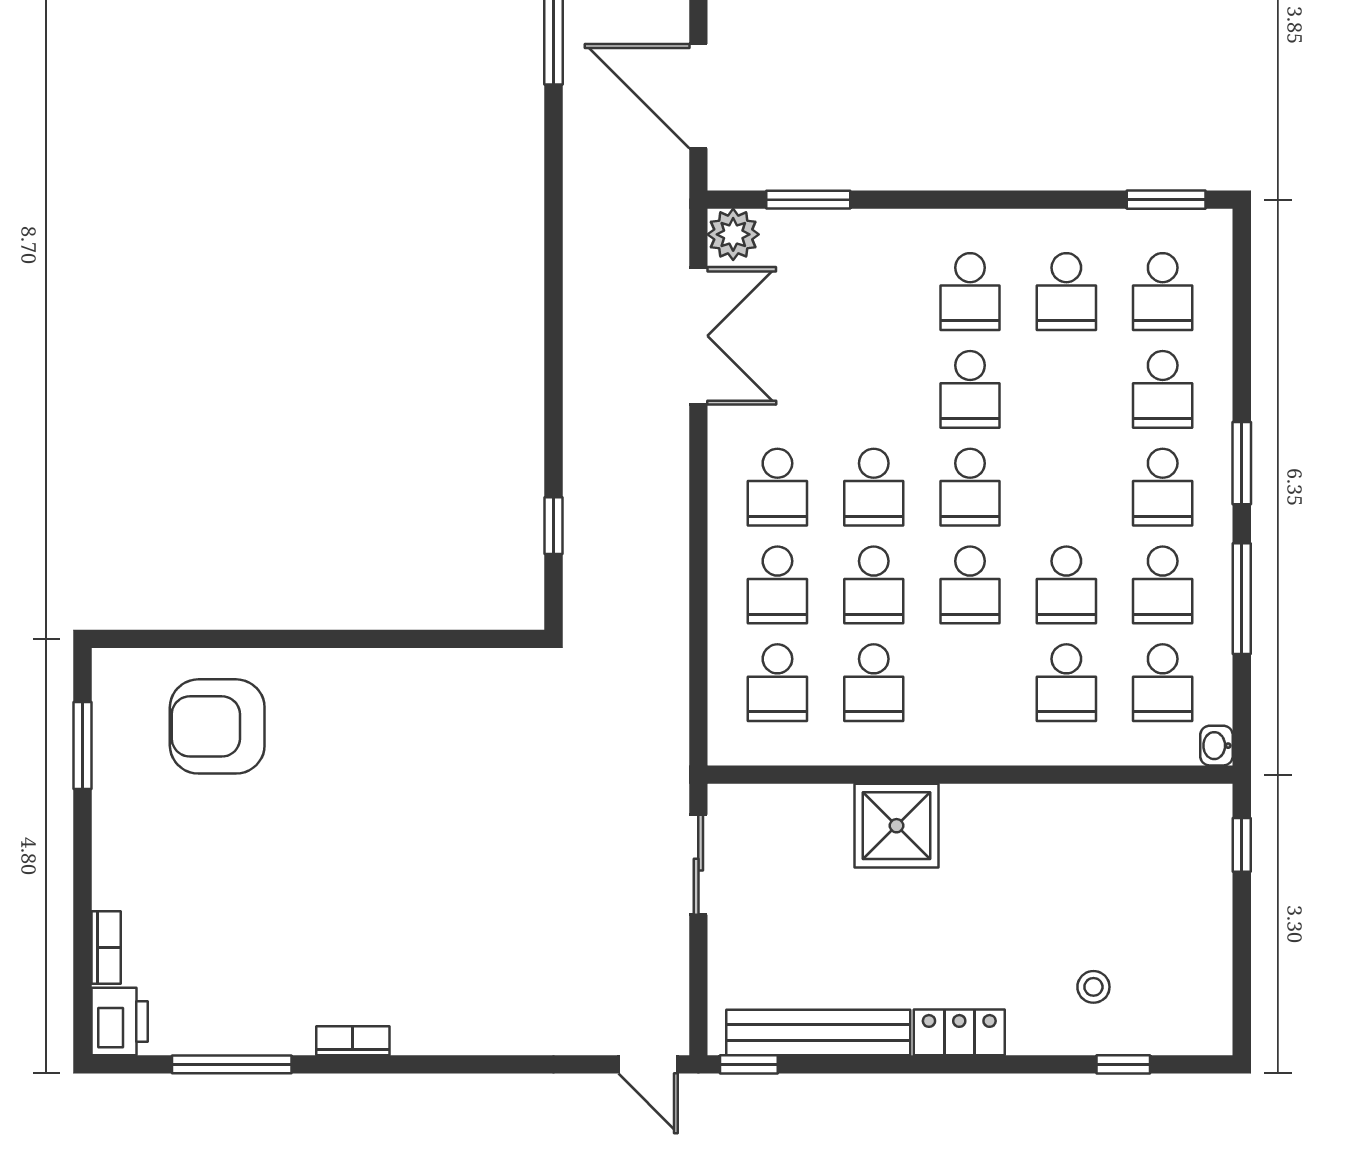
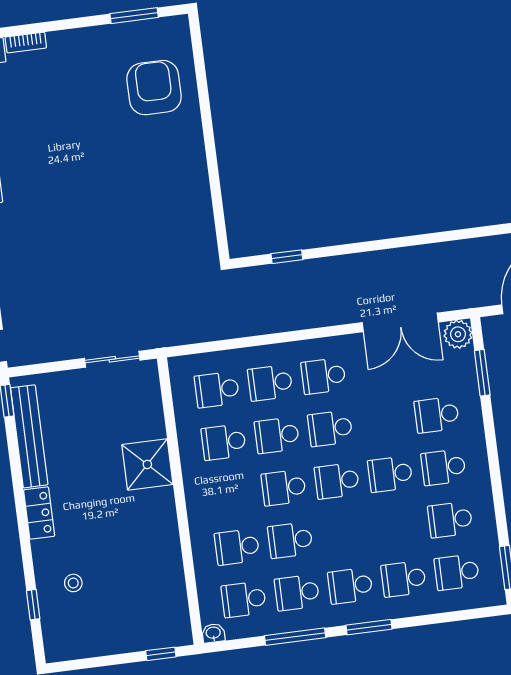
school desk: (874, 292) -> (437, 415), added

